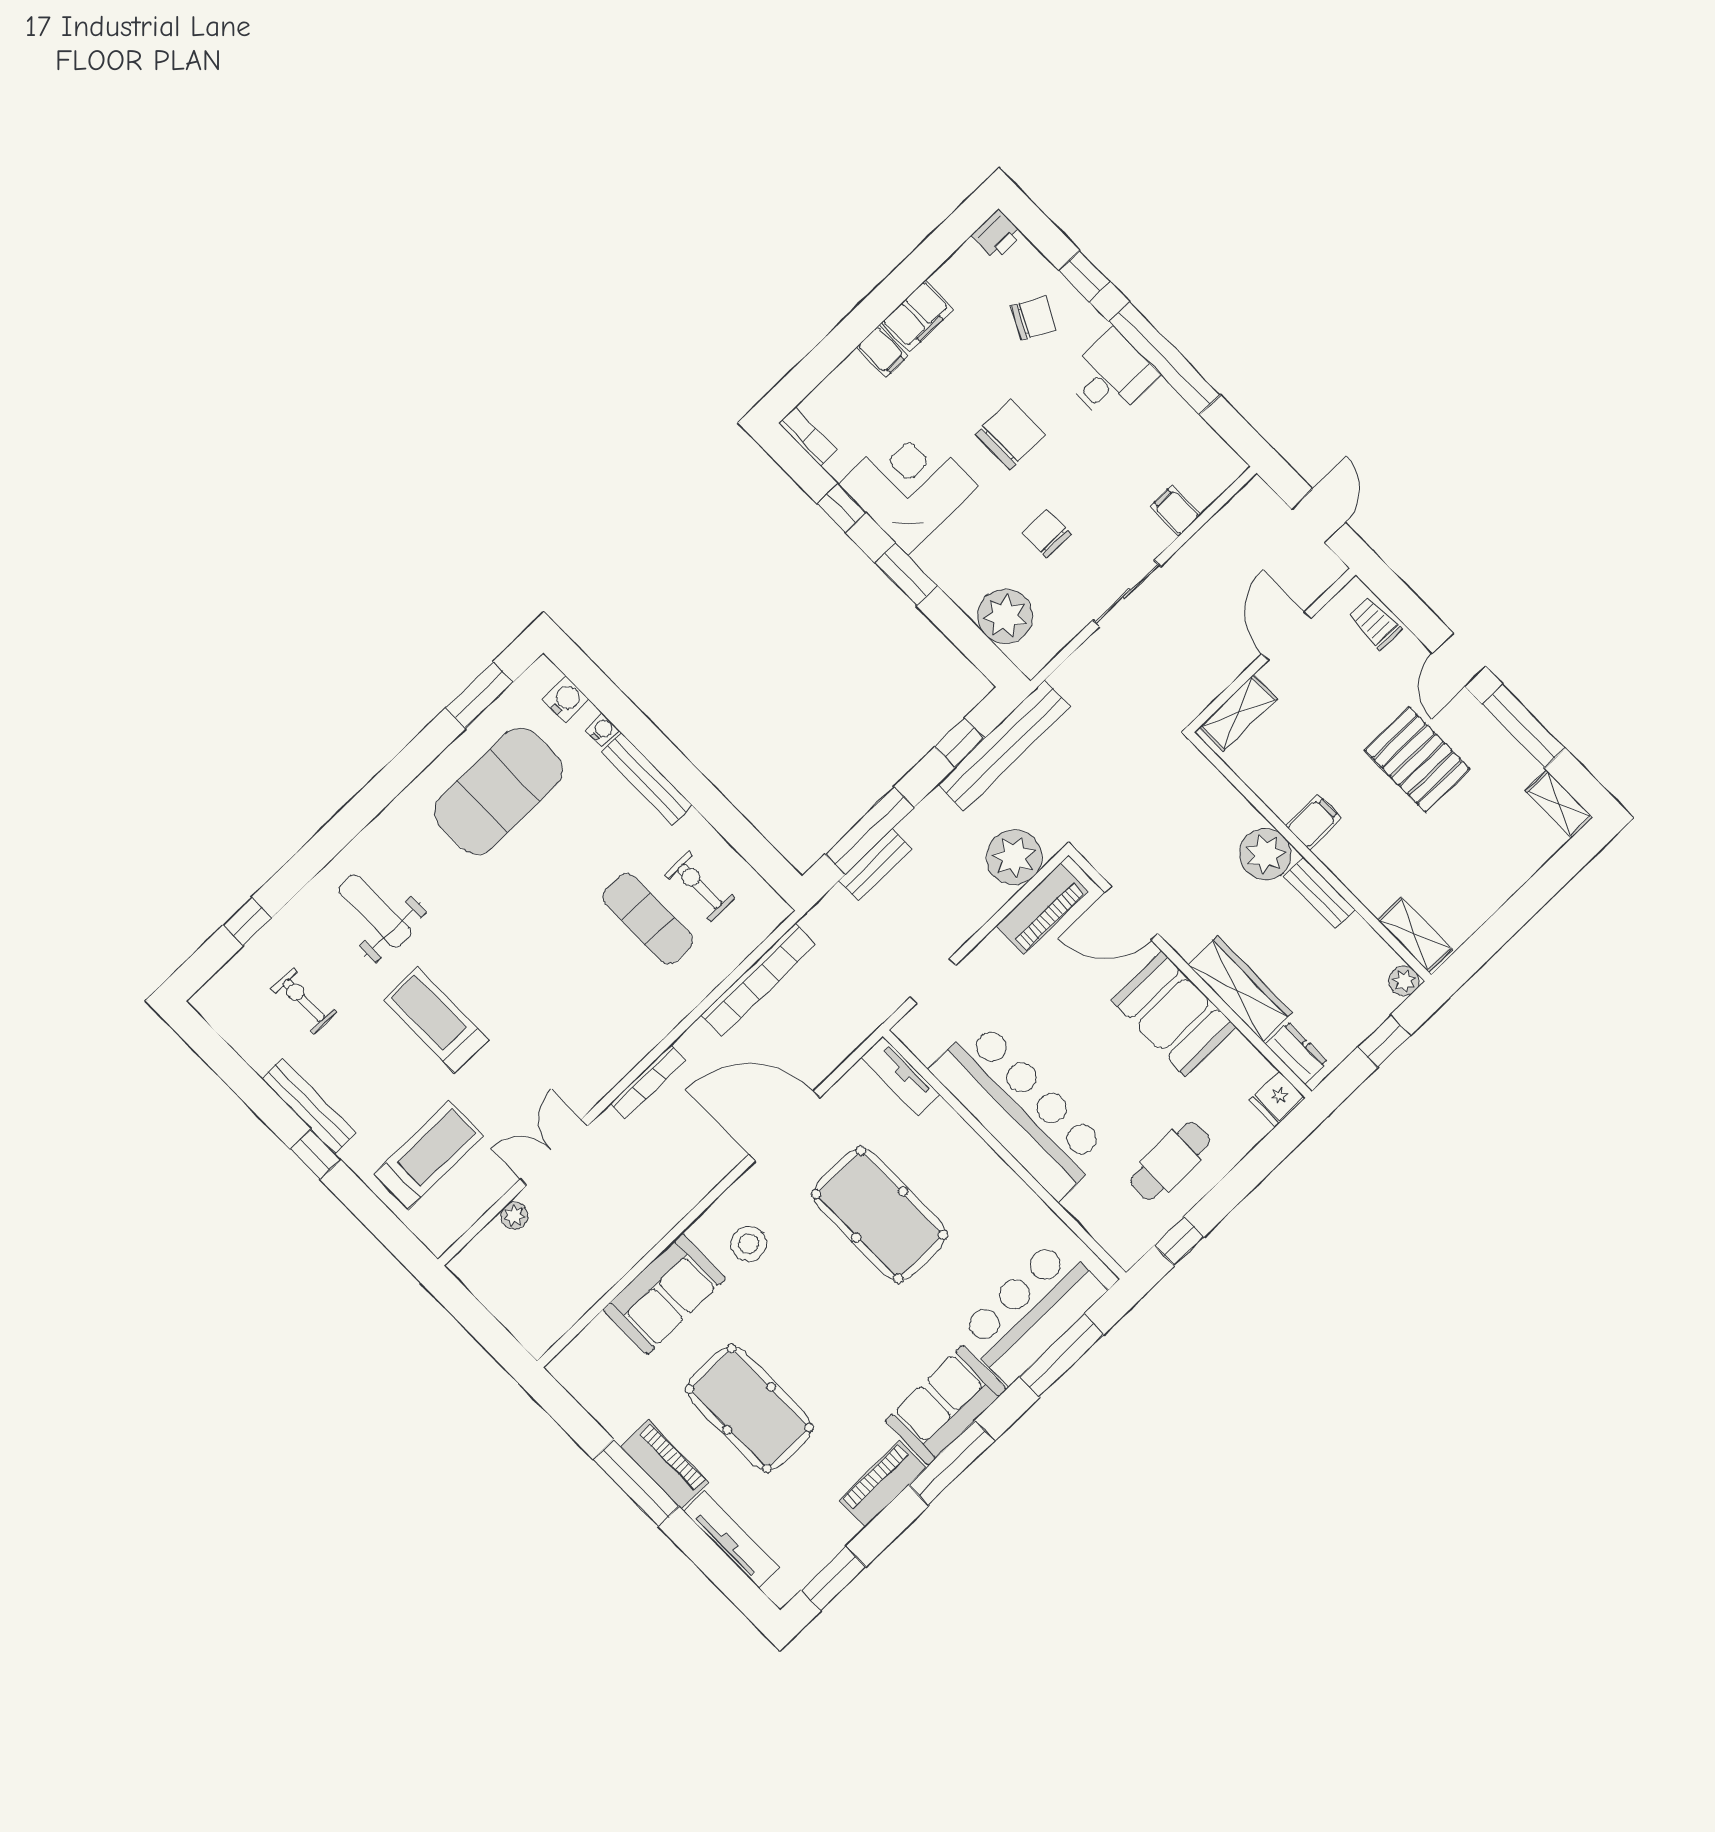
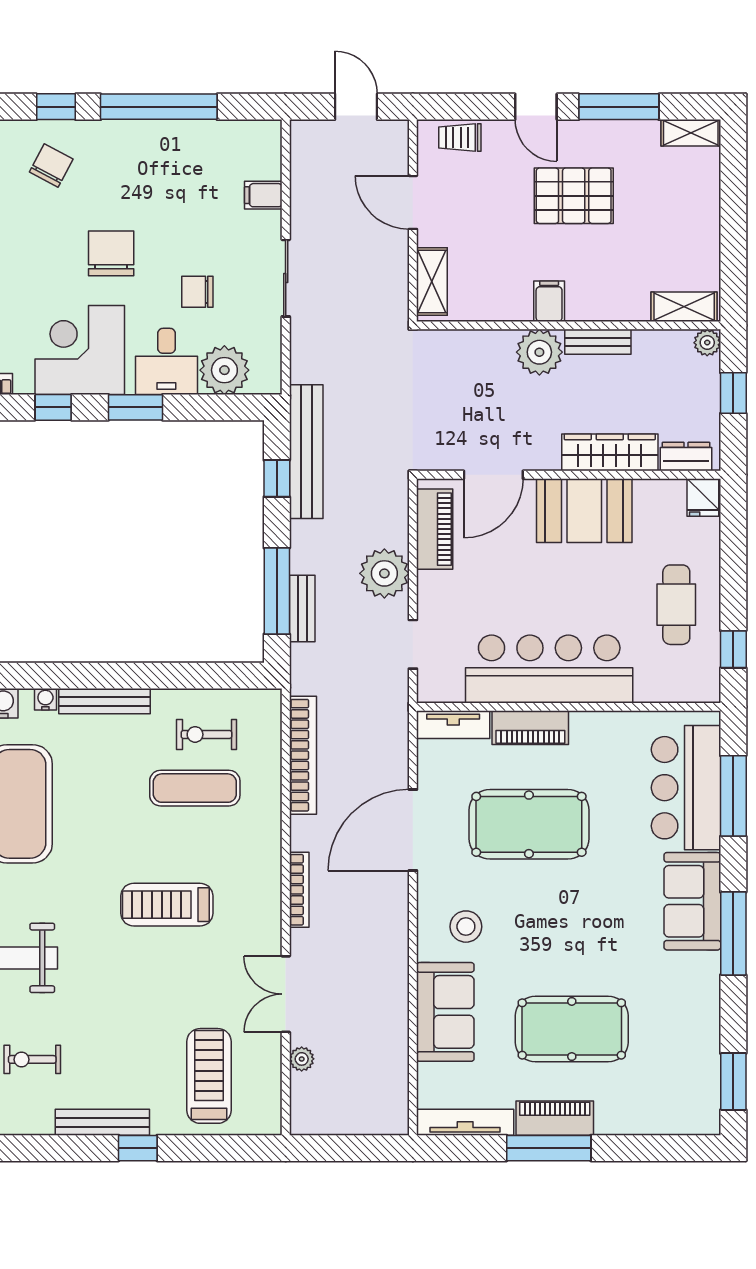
desk: (1111, 376) -> (166, 361), moved, turned 180
plant: (1014, 857) -> (384, 573), moved
treadmill: (436, 1020) -> (167, 905), moved
piano: (883, 1484) -> (530, 728), moved, turned -90
tv unit: (731, 1539) -> (465, 1122), moved

